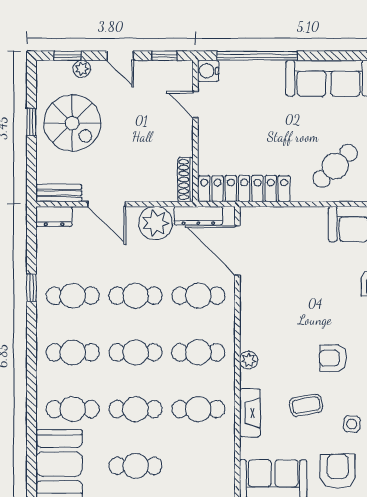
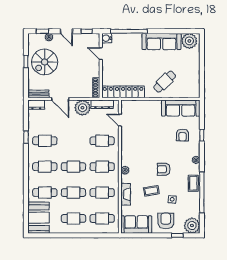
spiral stairs: (72, 123) -> (45, 62), turned 90
door: (237, 250) -> (120, 120), width x0.53
cafe table: (136, 296) -> (102, 218), moved

